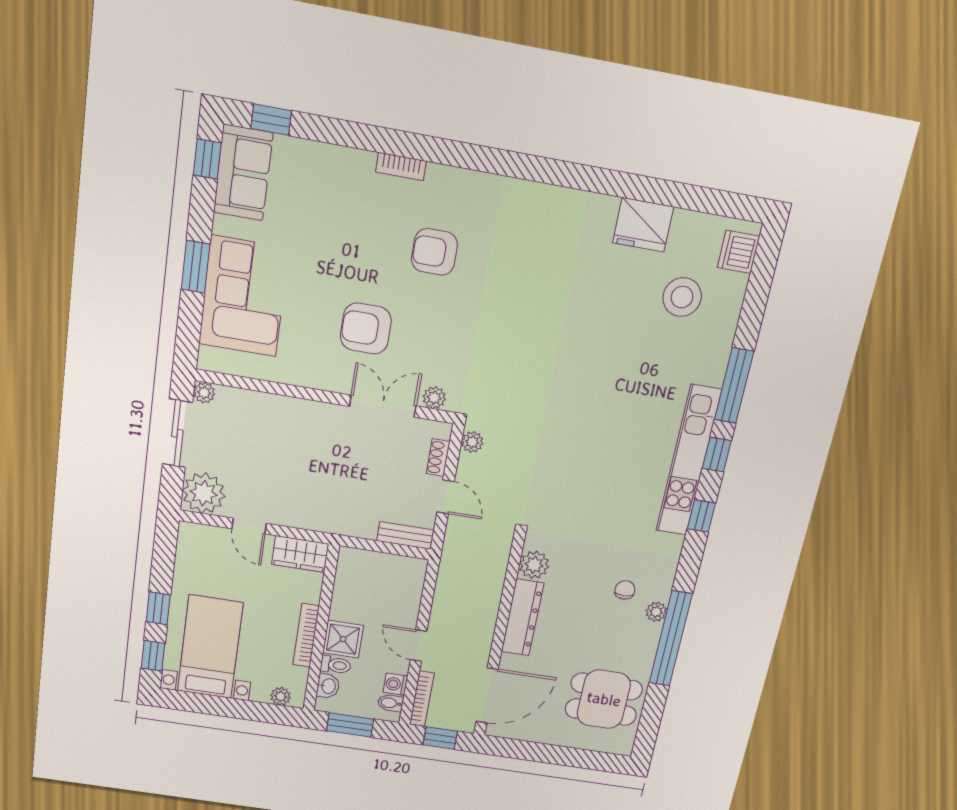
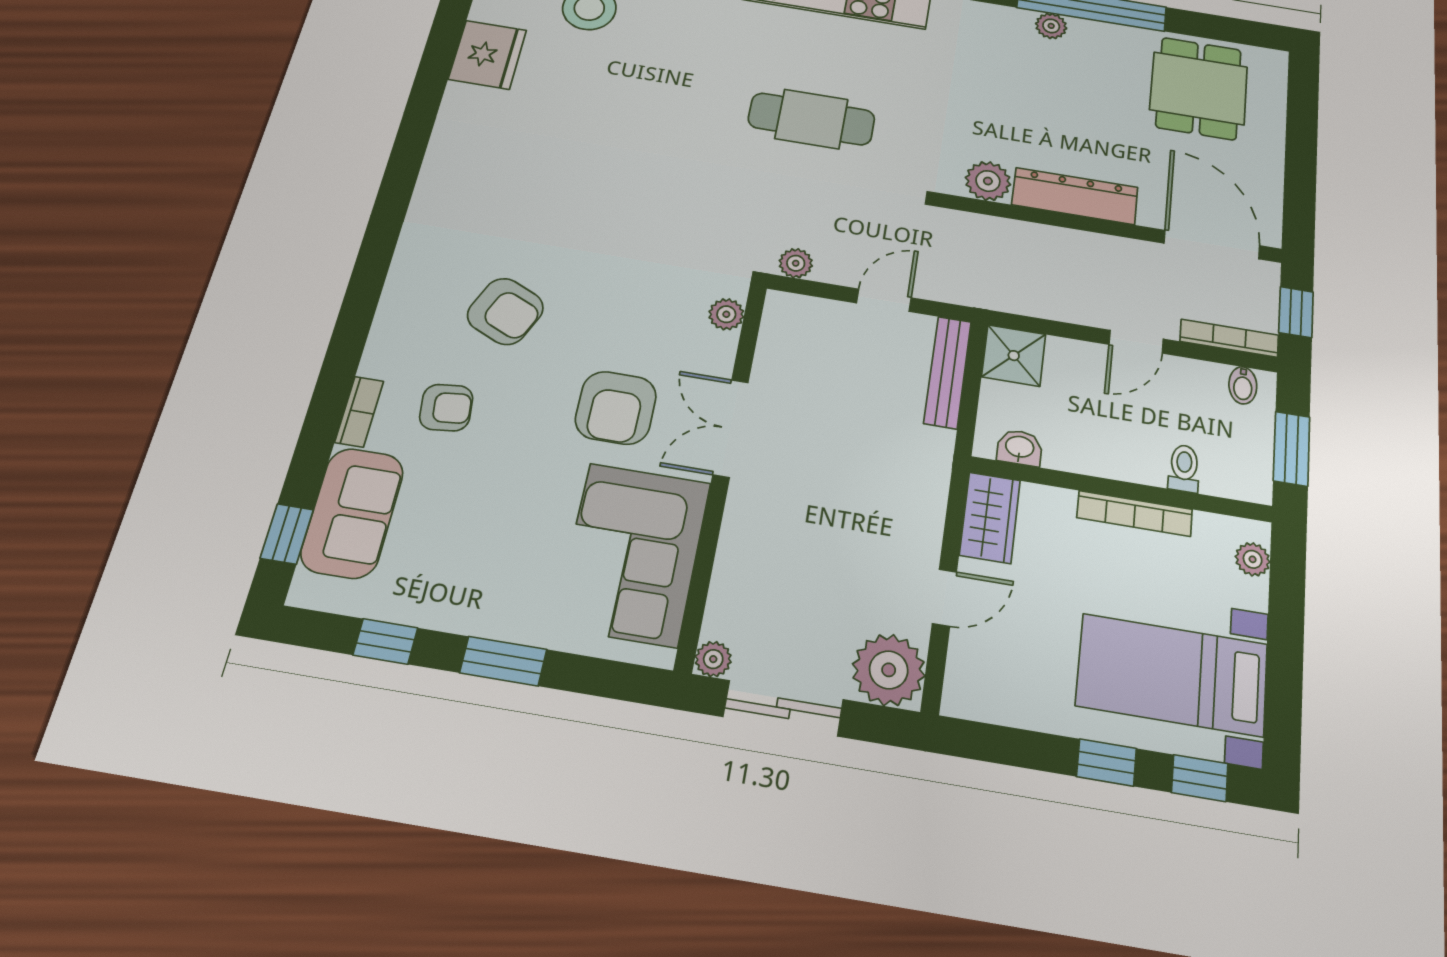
window: (207, 159) -> (385, 641), moved
bookcase: (401, 167) -> (359, 412), moved
sofa: (243, 173) -> (352, 513), moved, turned 90
armchair: (363, 217) -> (446, 408), added
armchair: (434, 252) -> (505, 311), turned -66
corner sofa: (244, 296) -> (633, 554), moved, turned -90
double door: (383, 406) -> (731, 428), moved
cafe table: (584, 453) -> (811, 119), added
shoe rack: (438, 458) -> (821, 310), removed
bench: (405, 535) -> (948, 372), width x1.36
chair: (625, 590) -> (1020, 65), removed
shower: (343, 639) -> (1014, 356), moved
washing machine: (395, 684) -> (1208, 377), removed
washbasin: (328, 686) -> (1020, 448), moved

